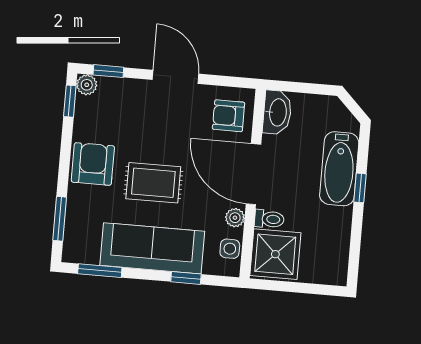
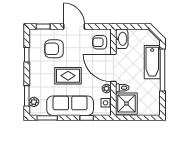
plant: (87, 85) -> (34, 102), moved
window: (70, 101) -> (27, 55), moved
armchair: (93, 164) -> (54, 49), moved, turned -90
window: (360, 188) -> (162, 70), width x3.17

